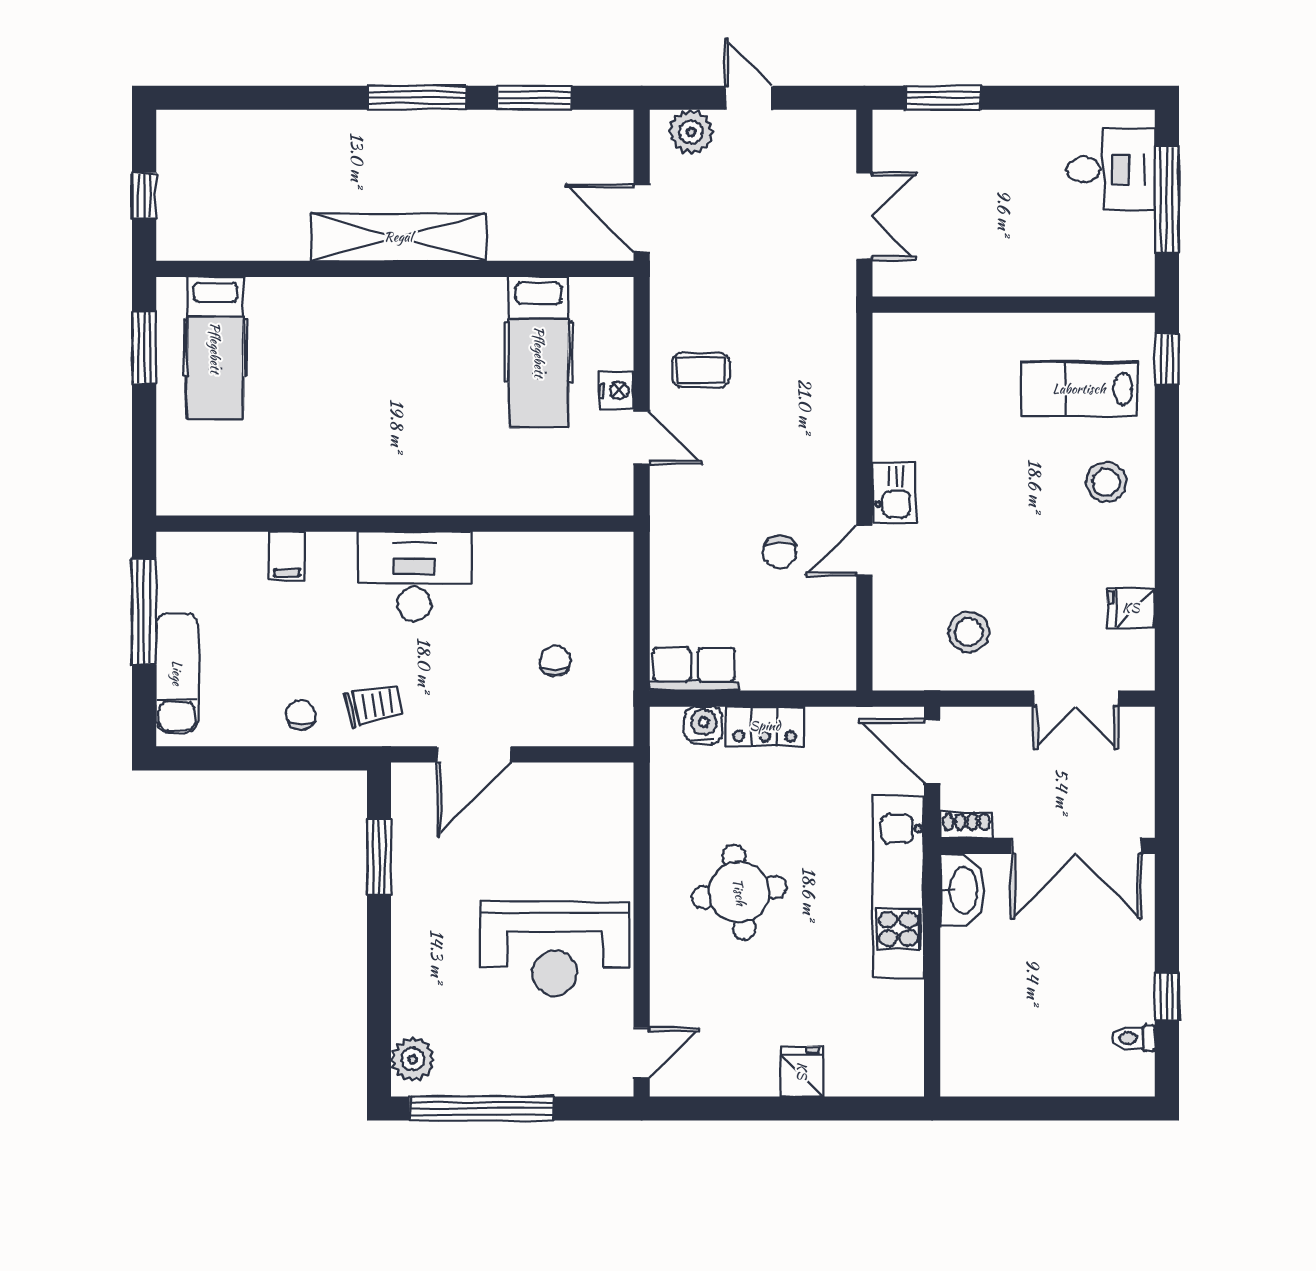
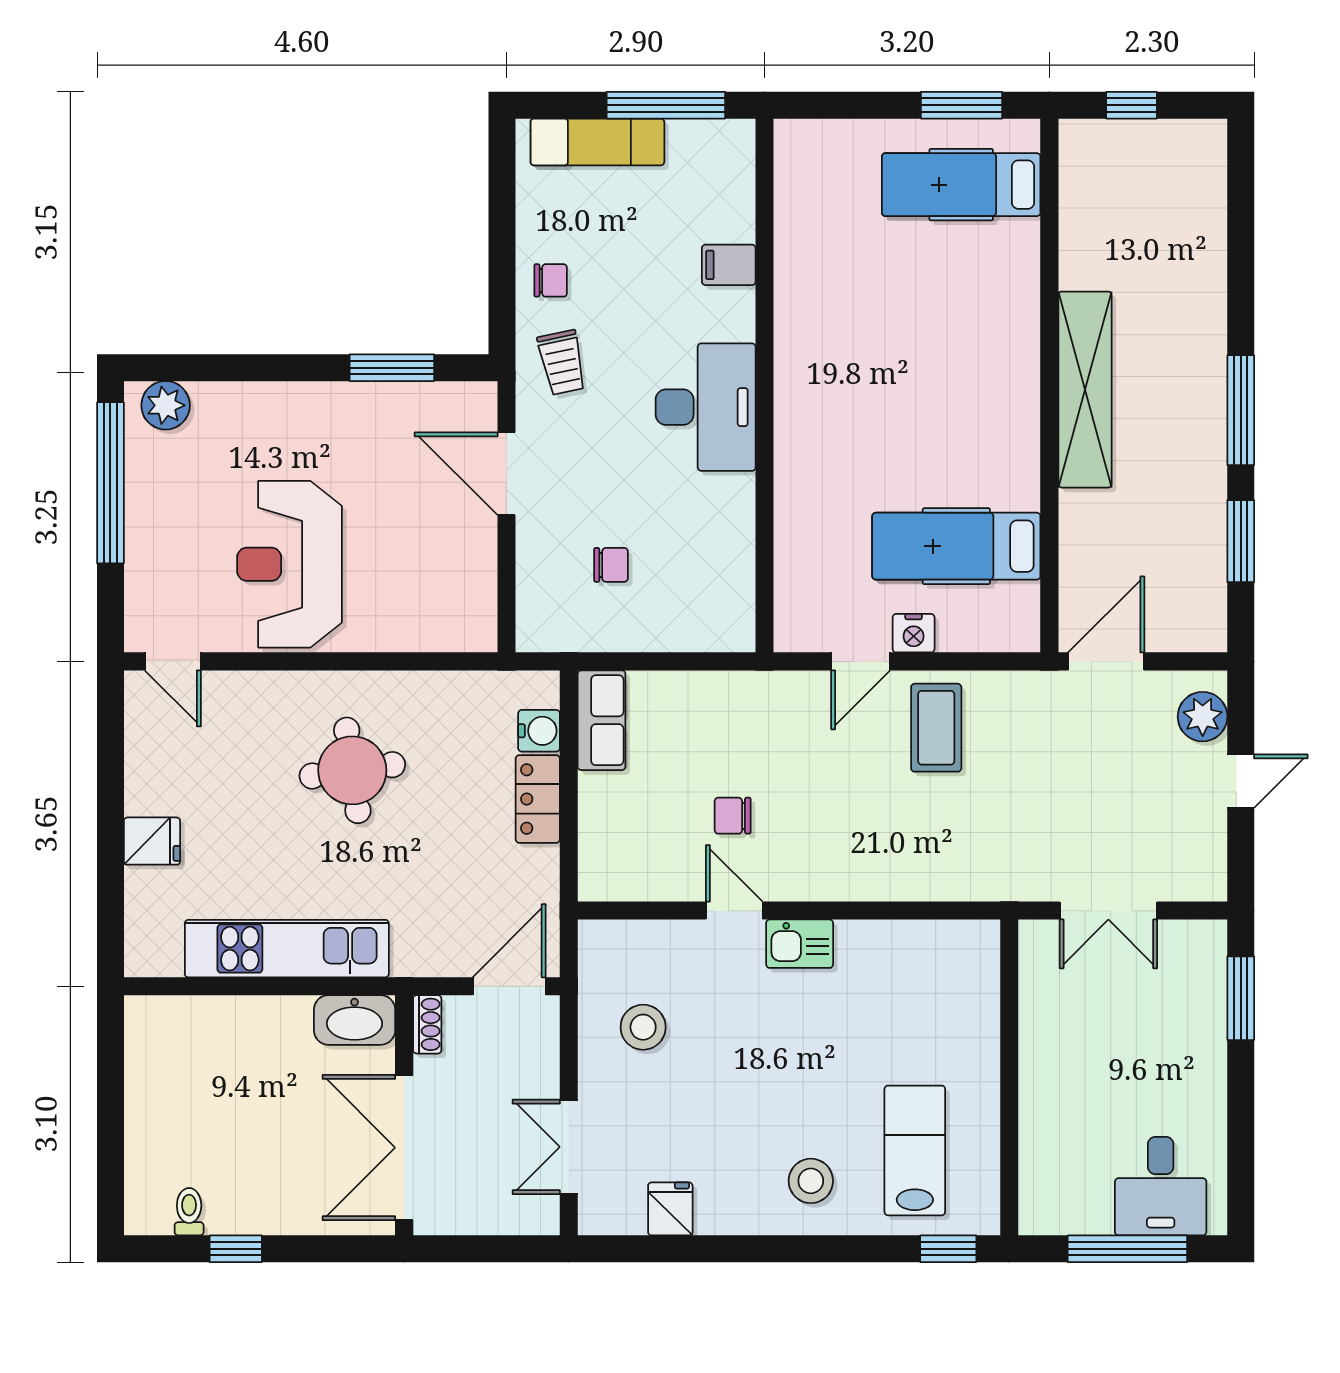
coffee table: (701, 370) -> (936, 728), width x1.36, depth x1.30
kitchen unit: (898, 887) -> (287, 949), moved

